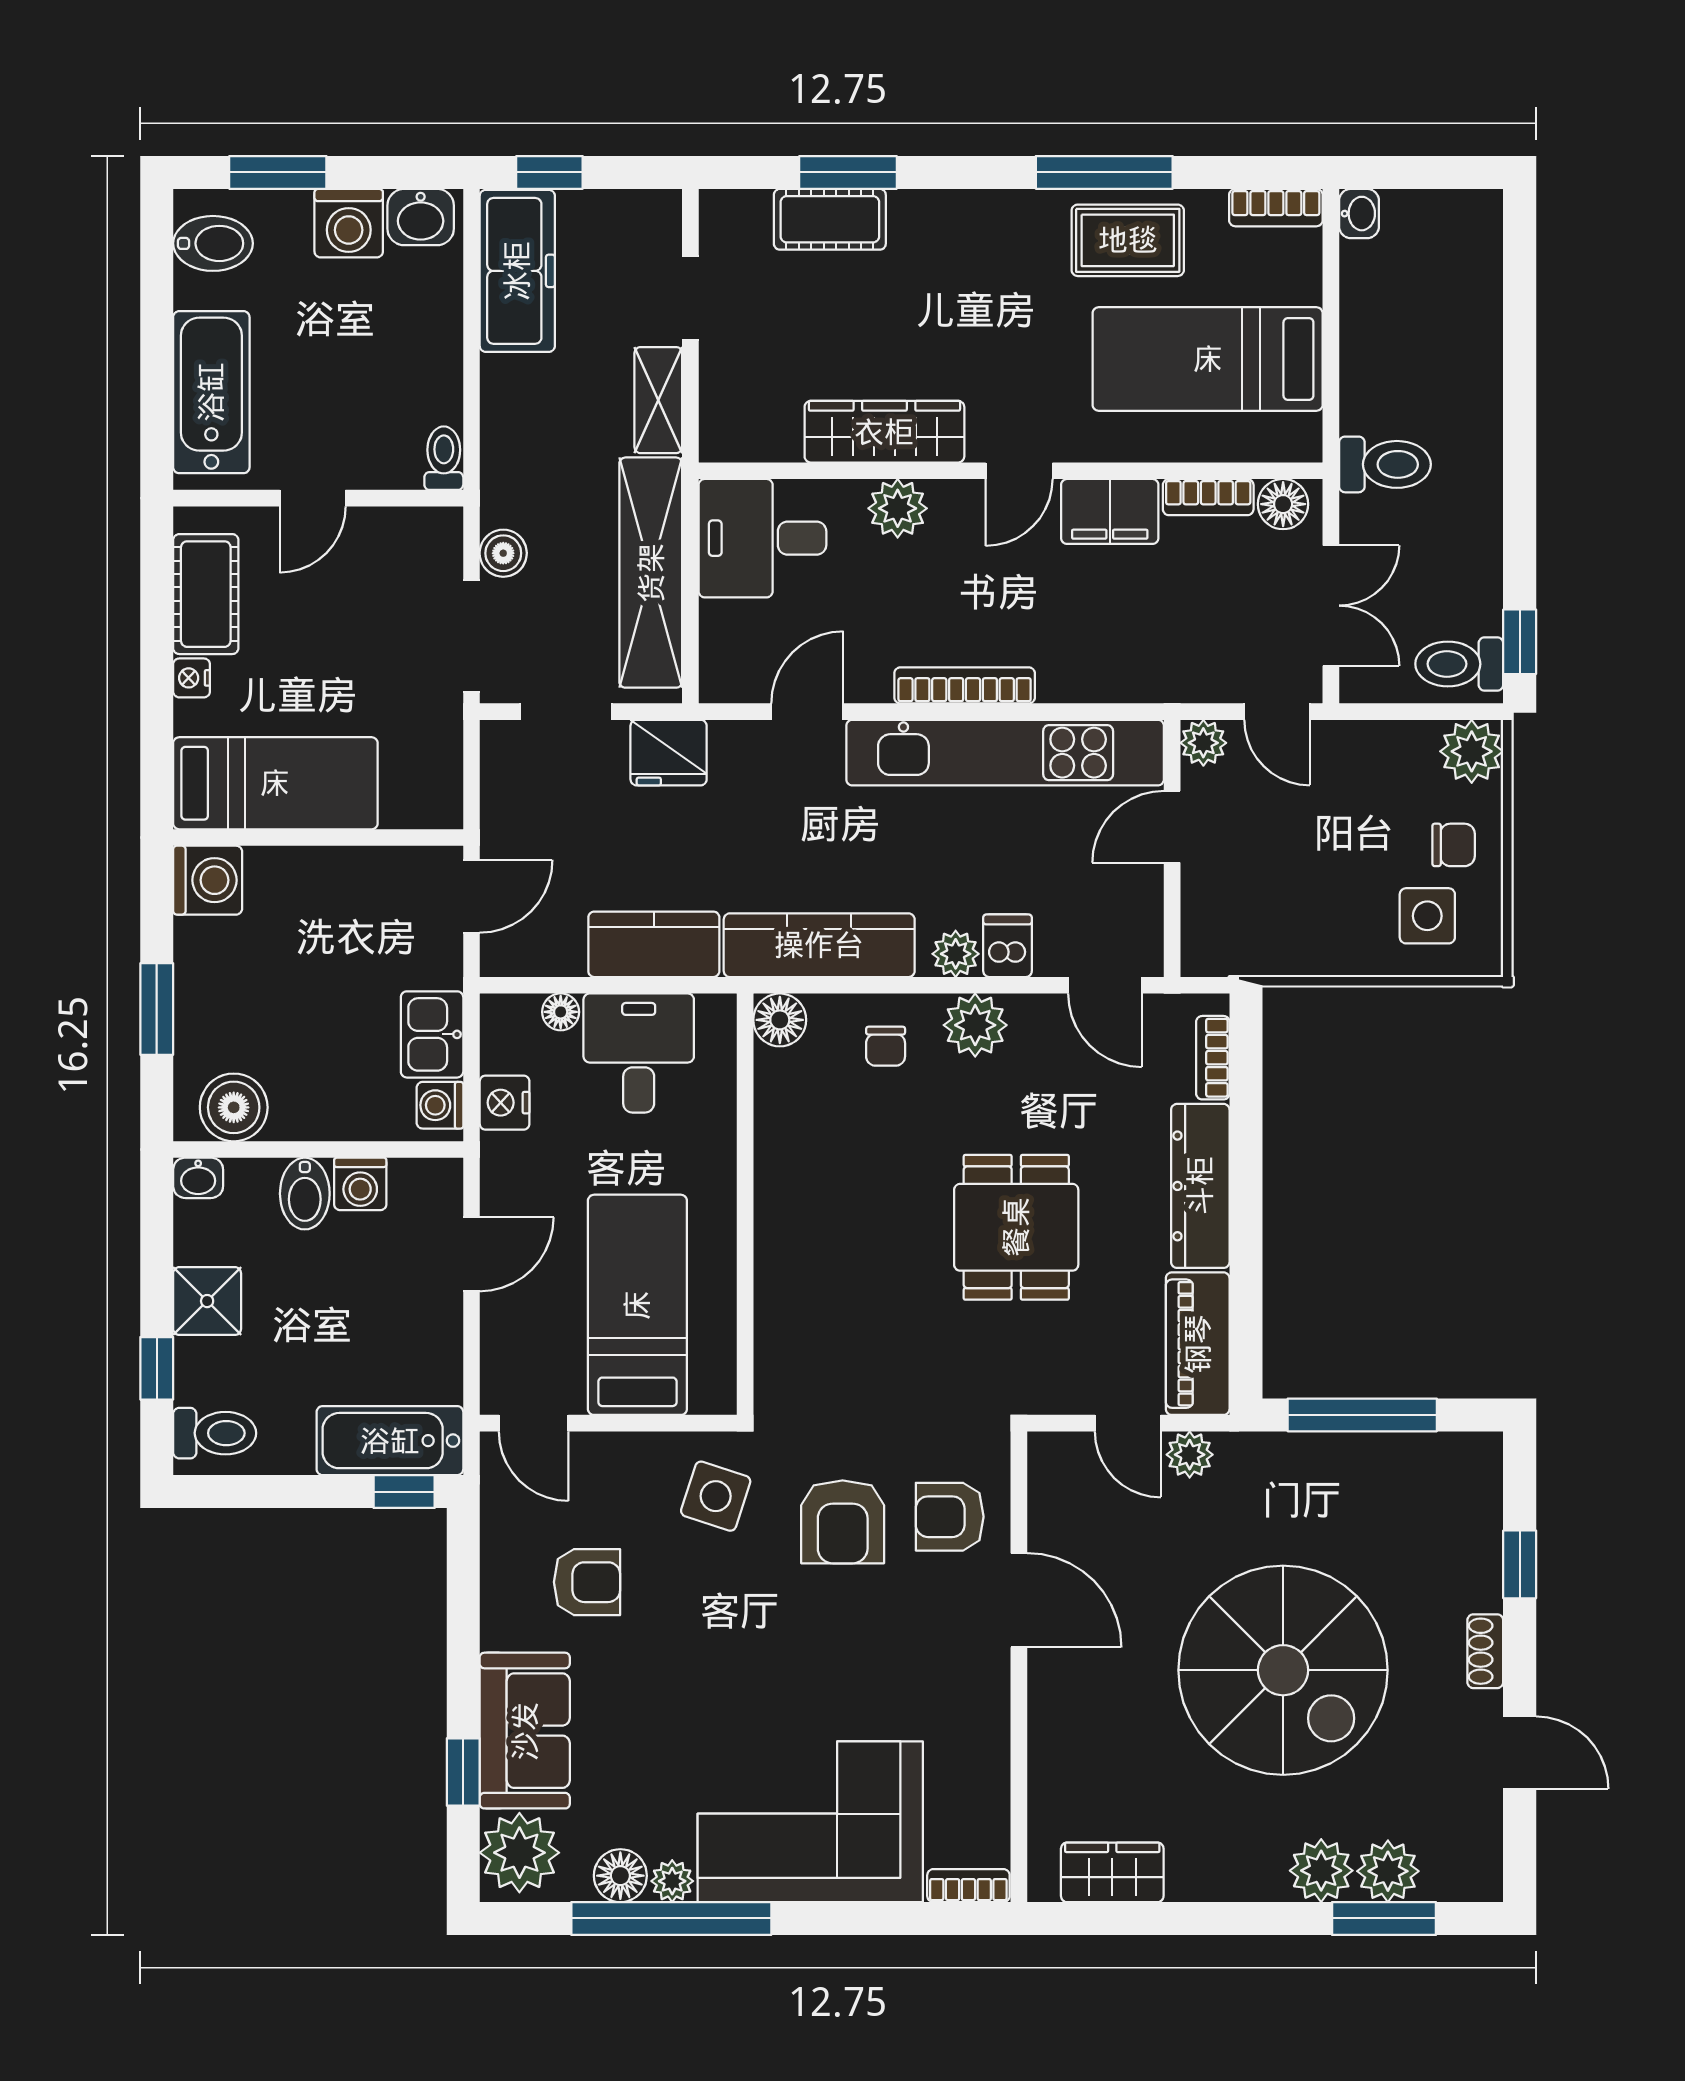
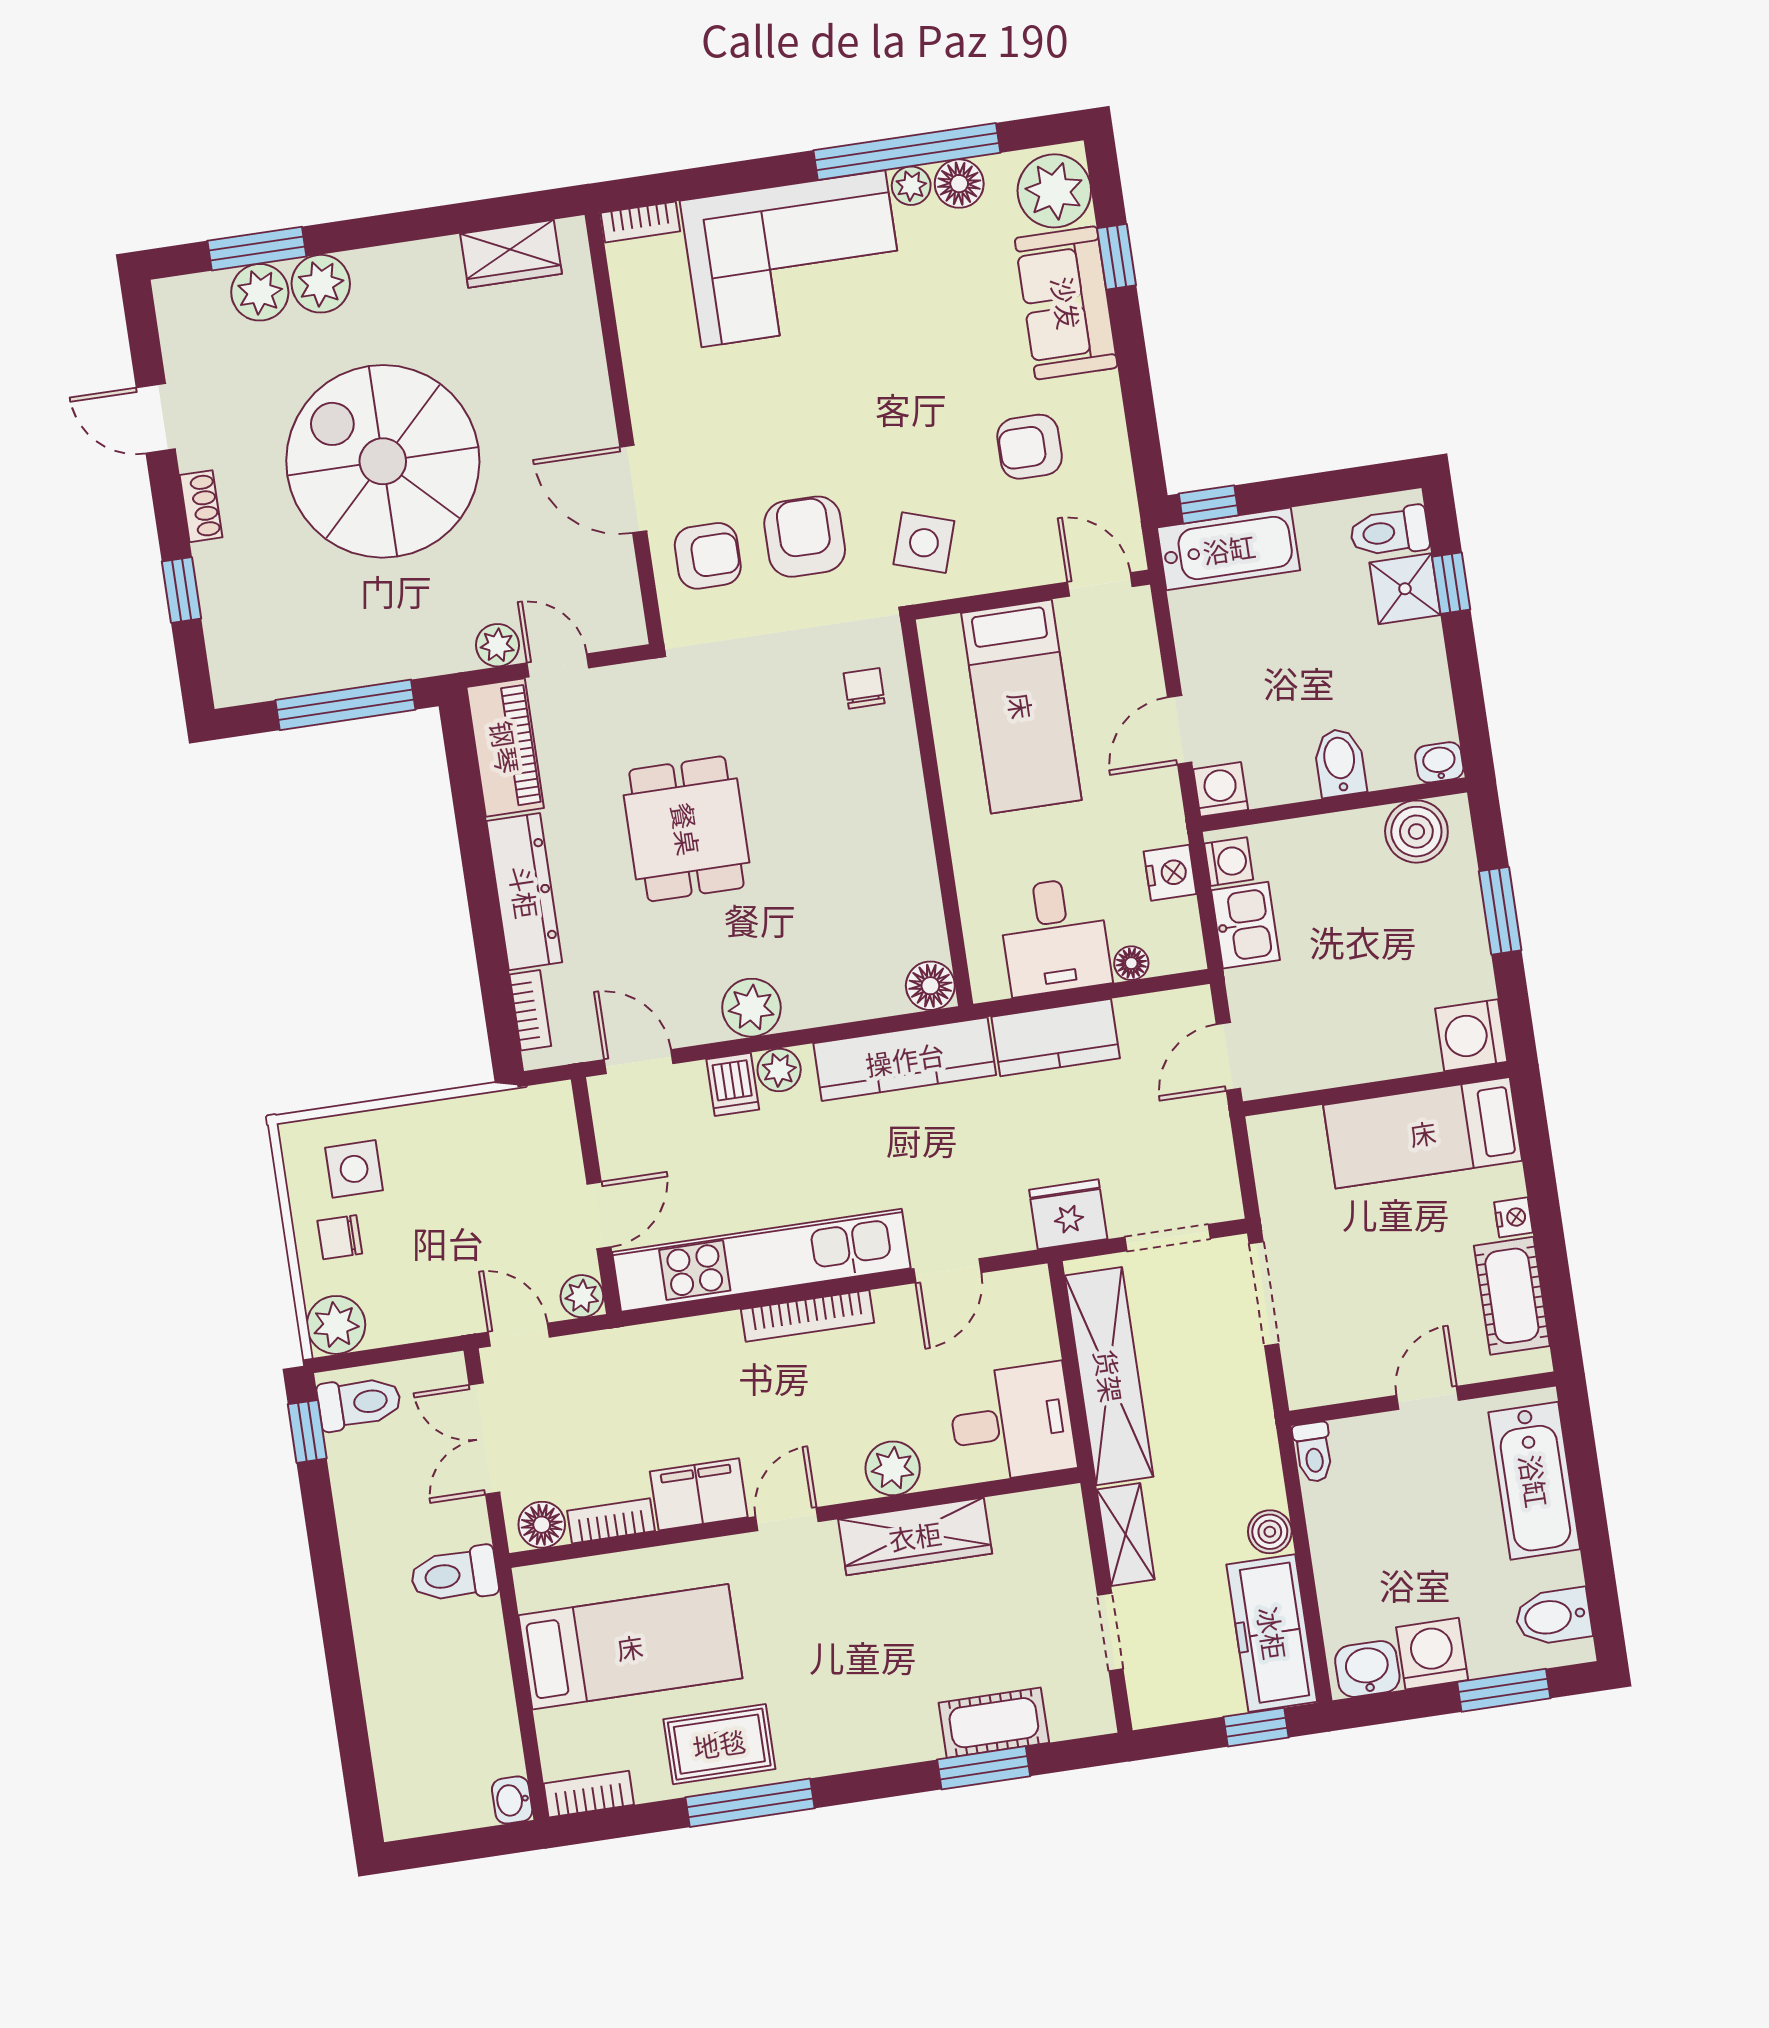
boiler: (503, 553) -> (1270, 1532), moved
chair: (886, 1046) -> (864, 688), moved
washing machine: (360, 1184) -> (1221, 789), moved
shower: (207, 1301) -> (1405, 589), moved

